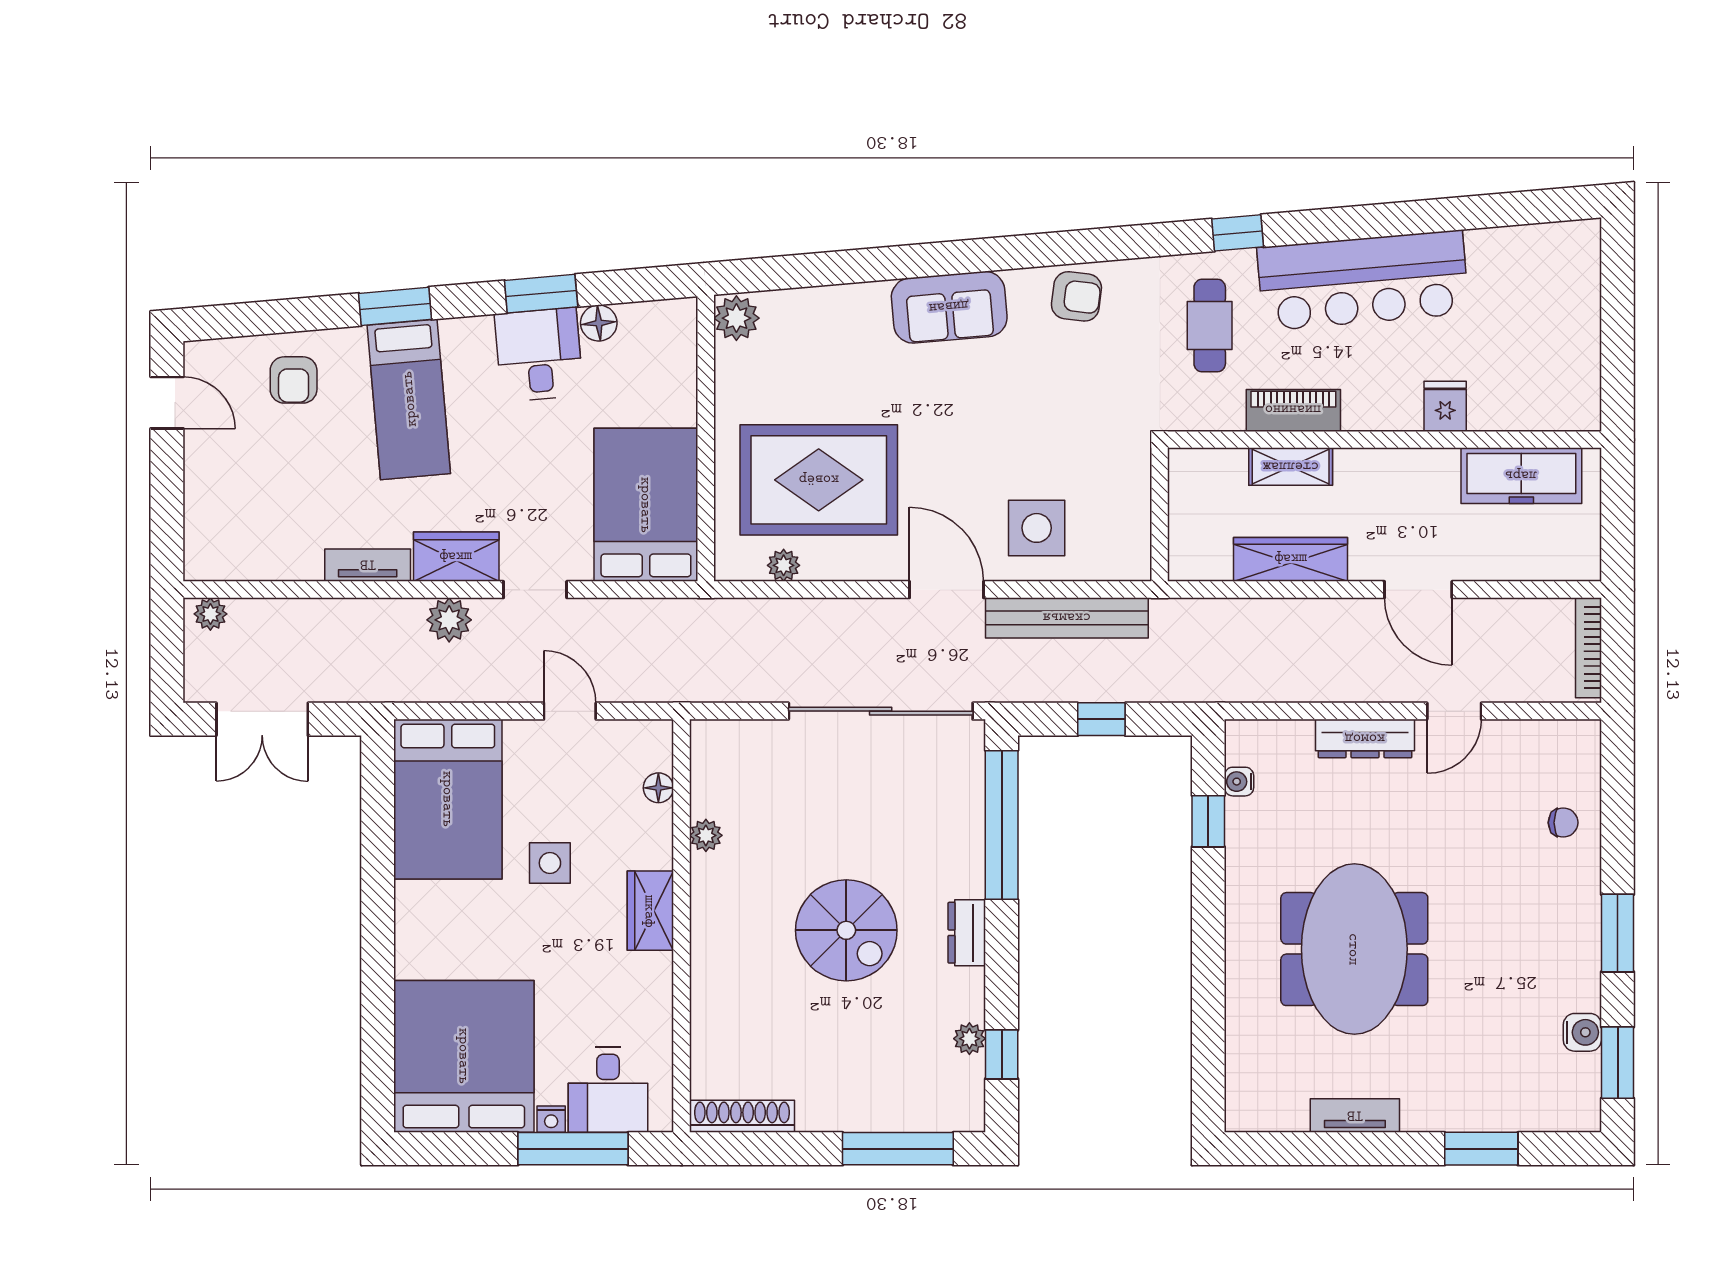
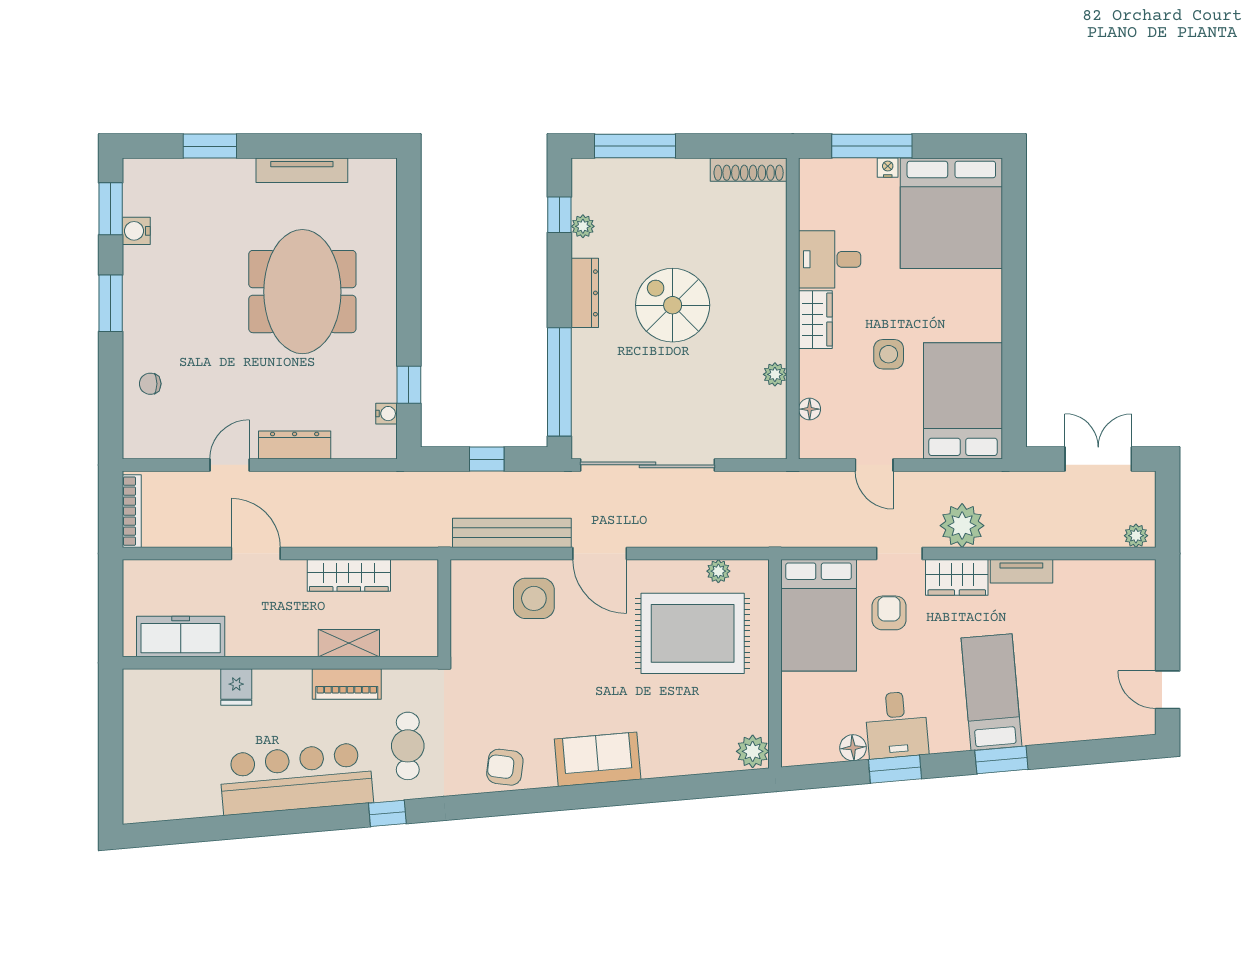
armchair: (294, 380) -> (889, 613), moved
plant: (449, 620) -> (962, 526), width x1.36, depth x1.36
dresser: (967, 933) -> (585, 293), width x1.44
desk: (608, 1090) -> (830, 259), moved, turned -90
tv unit: (1355, 1116) -> (302, 170), width x1.41

